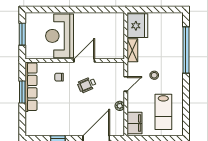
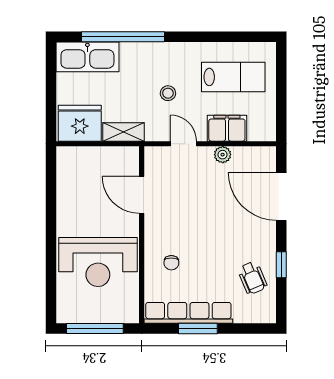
kitchen sink: (175, 30) -> (87, 57), added
window: (22, 34) -> (95, 328), width x1.44
door: (84, 60) -> (142, 195), moved
wheelchair: (87, 85) -> (252, 278), moved
filing cabinet: (135, 123) -> (227, 128), moved

